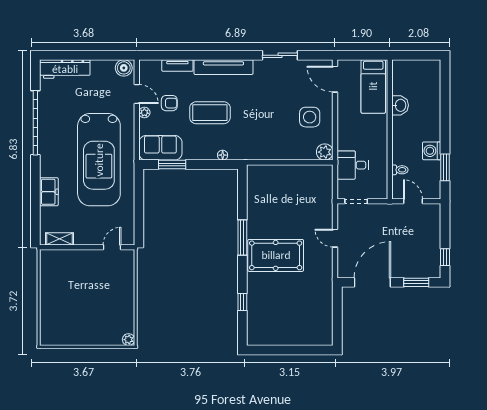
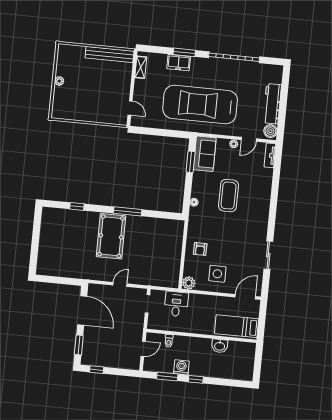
tv unit: (177, 66) -> (270, 155), moved
tv unit: (223, 67) -> (263, 210), removed
workbench: (65, 69) -> (272, 104), moved
armchair: (169, 103) -> (200, 249), moved
window: (445, 131) -> (196, 379), added
window: (35, 186) -> (184, 52), added
bench: (47, 280) -> (109, 54), added
plant: (129, 340) -> (59, 81), moved

